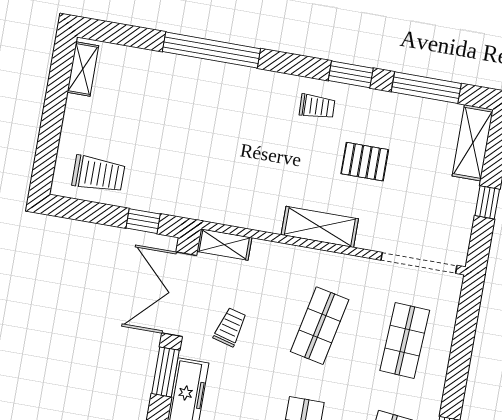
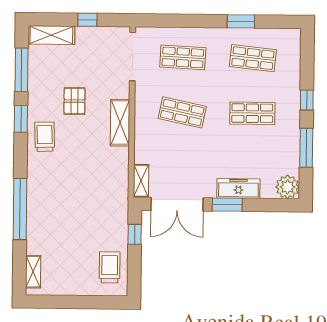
shelving: (83, 69) -> (33, 272), moved, turned 90
trolley: (317, 107) -> (45, 137), width x1.36, depth x1.39
trolley: (230, 327) -> (192, 169), removed

